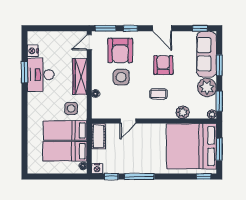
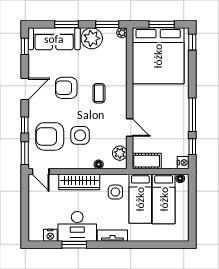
armchair: (120, 50) -> (50, 136), turned 180
tv unit: (32, 106) -> (112, 236), added
plant: (183, 112) -> (120, 153), moved

